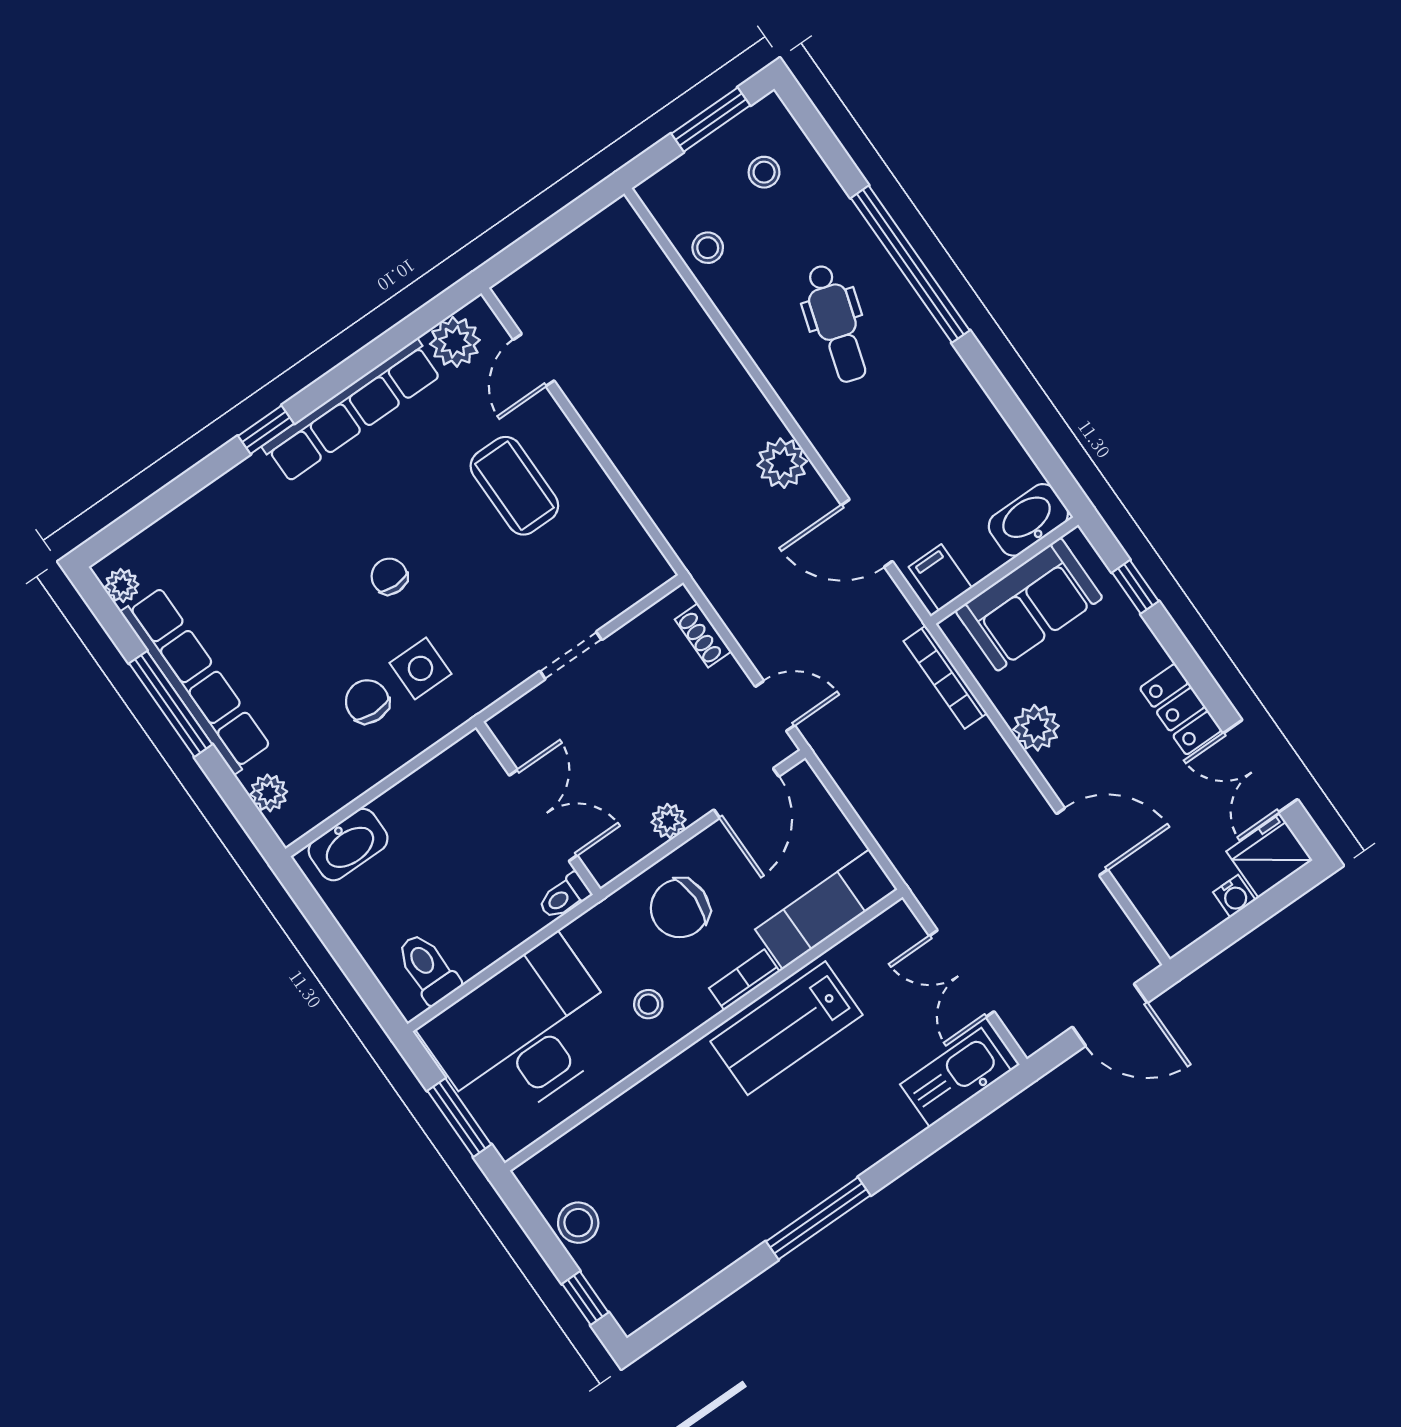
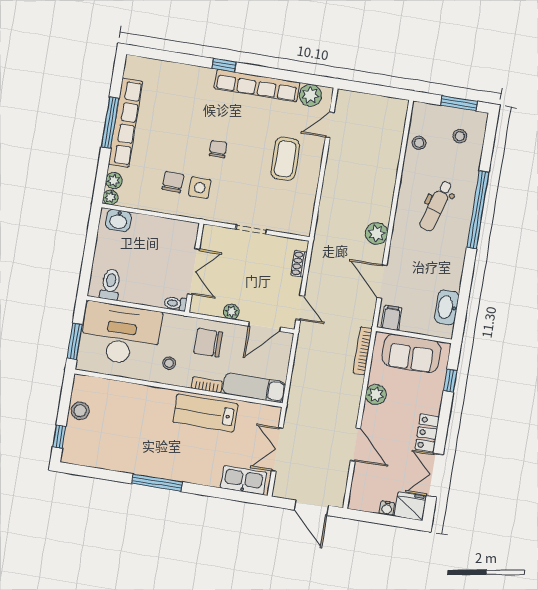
washbasin: (1028, 520) -> (447, 307), moved, turned -90
plant: (122, 586) -> (110, 197), moved
washbasin: (348, 845) -> (118, 220), width x0.72

